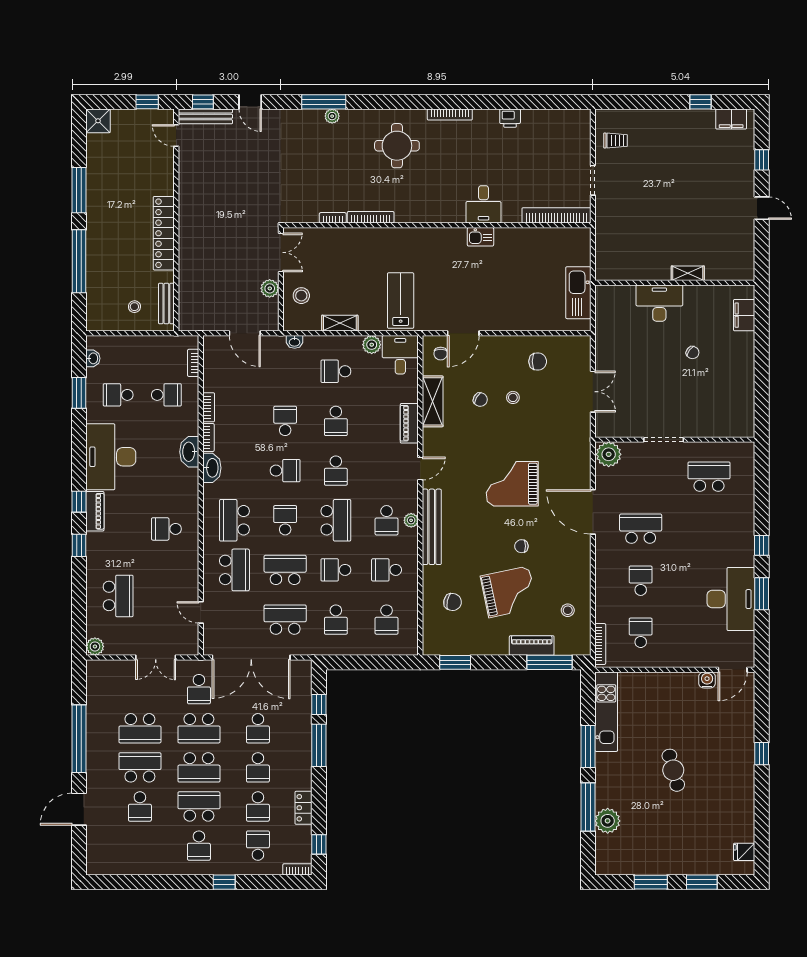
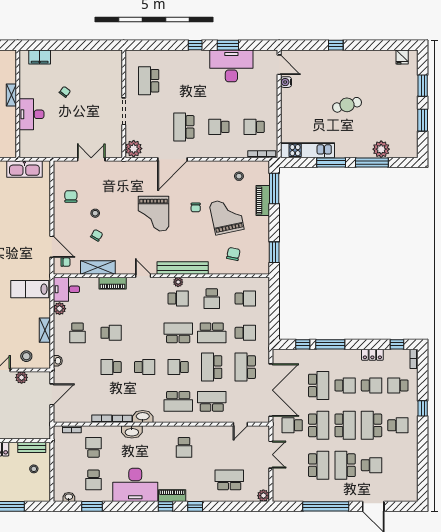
school desk: (285, 471) -> (145, 367), turned 90
school desk: (336, 471) -> (145, 333), removed
school desk: (336, 570) -> (212, 333), width x1.85
school desk: (199, 689) -> (292, 425), turned 180
school desk: (258, 728) -> (319, 385), width x1.85

